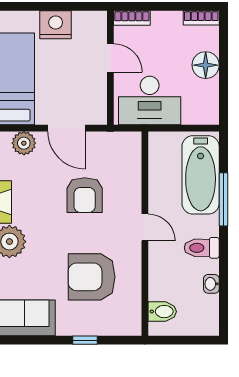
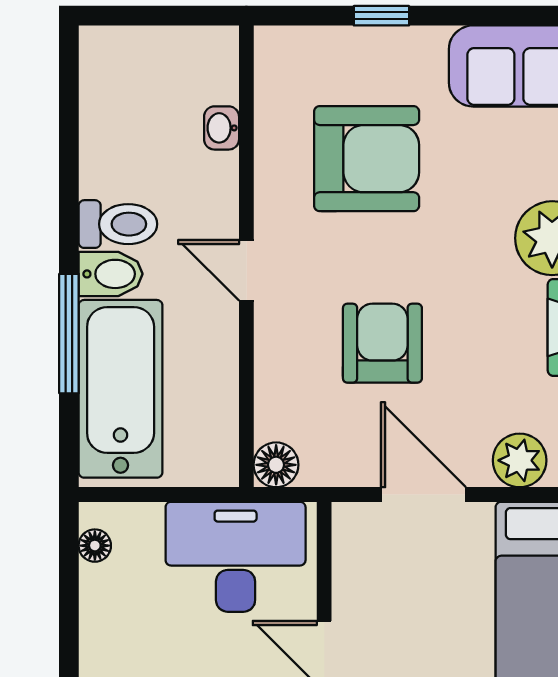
floor lamp: (206, 65) -> (95, 546), moved, width x0.53, depth x0.53
floor lamp: (132, 141) -> (276, 465), added
washbasin: (211, 284) -> (222, 128), moved, turned 180
bidet: (162, 312) -> (111, 274), moved, turned 180

